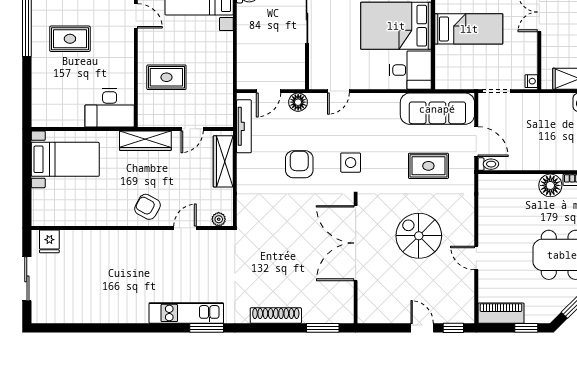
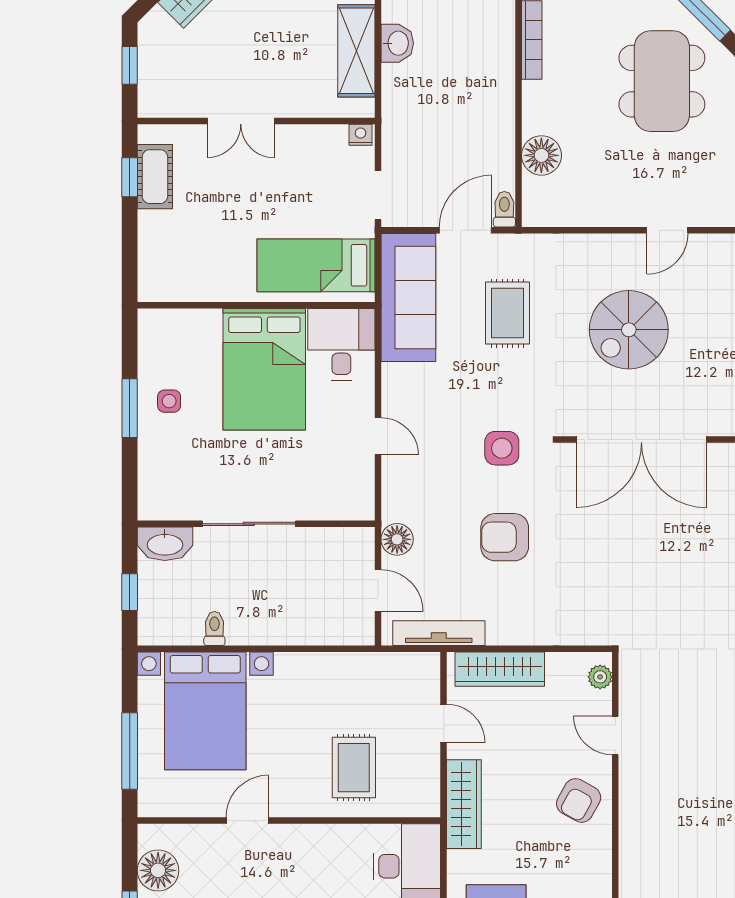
bed: (469, 29) -> (316, 265), moved, turned -90
door: (338, 91) -> (378, 436), moved
floor lamp: (550, 185) -> (541, 155), moved

